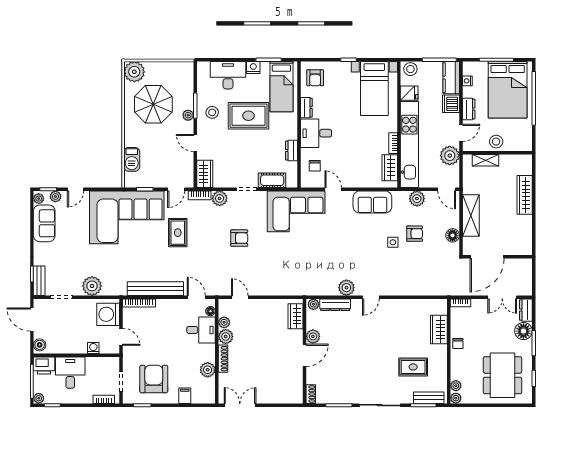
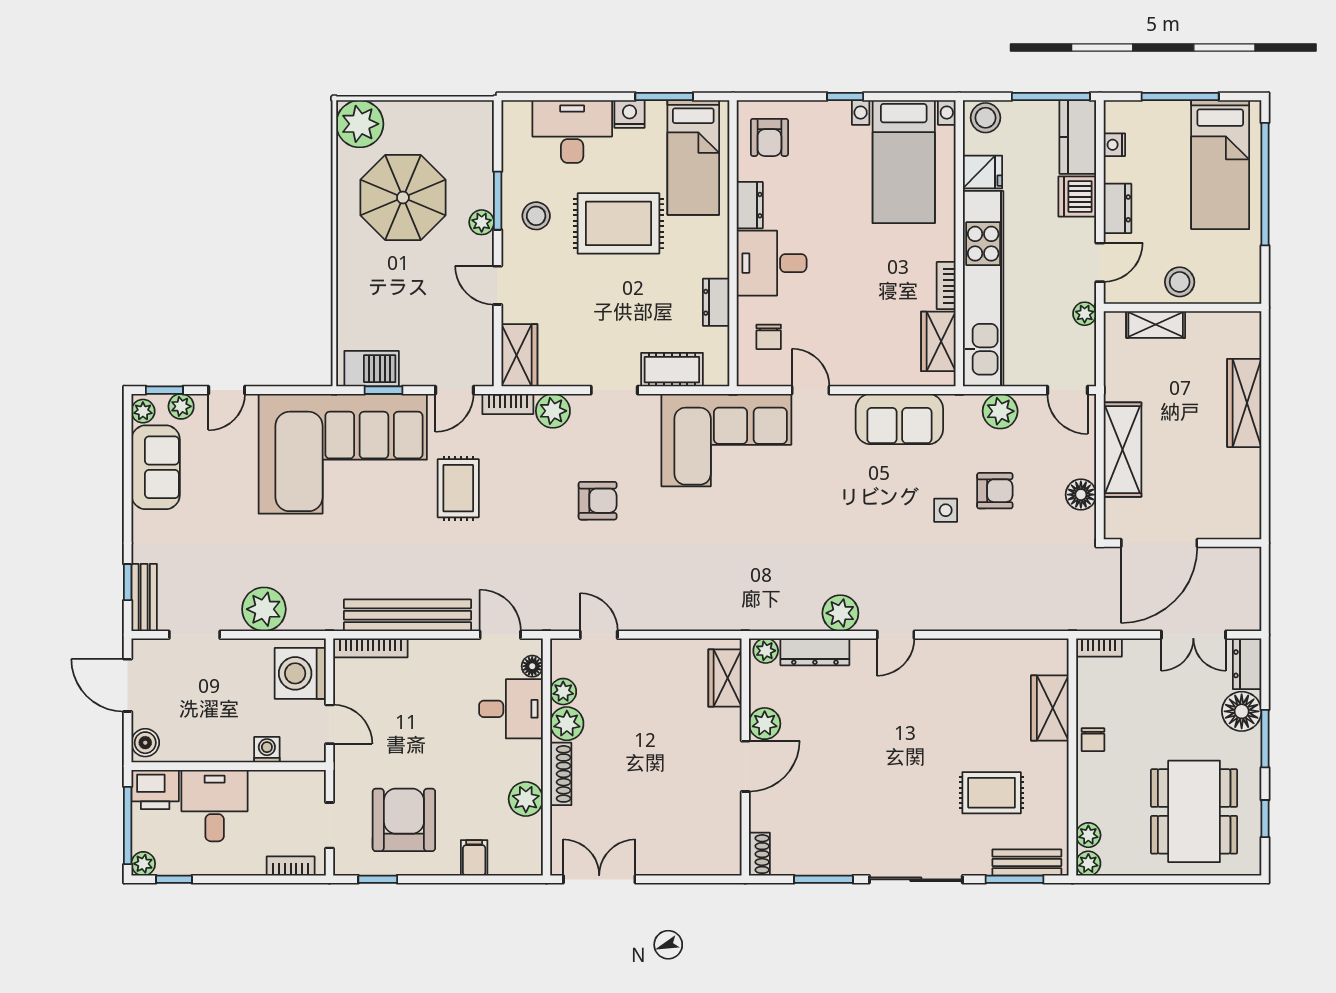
bed: (508, 90) -> (1220, 165), width x0.67
plant: (450, 156) -> (1085, 314), width x0.53, depth x0.53
barbecue: (132, 159) -> (372, 369), moved, turned -90

